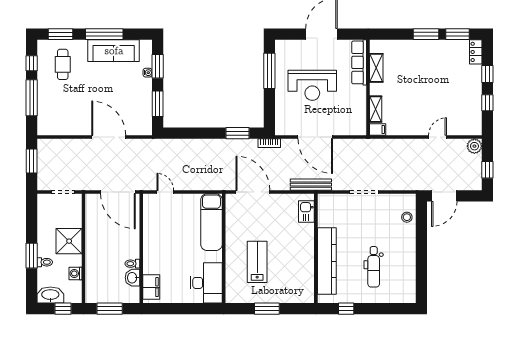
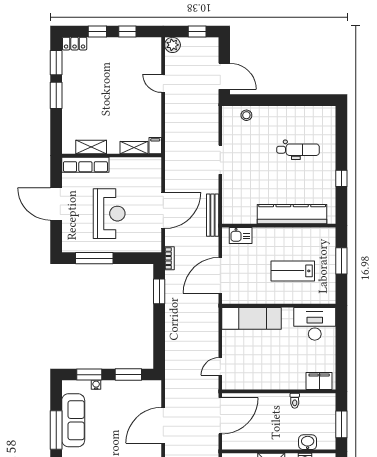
kitchen sink: (306, 212) -> (241, 235), moved
wall: (316, 248) -> (279, 226), moved
kitchen counter: (327, 261) -> (292, 214), moved
washbasin: (132, 278) -> (308, 442), moved, turned 180

